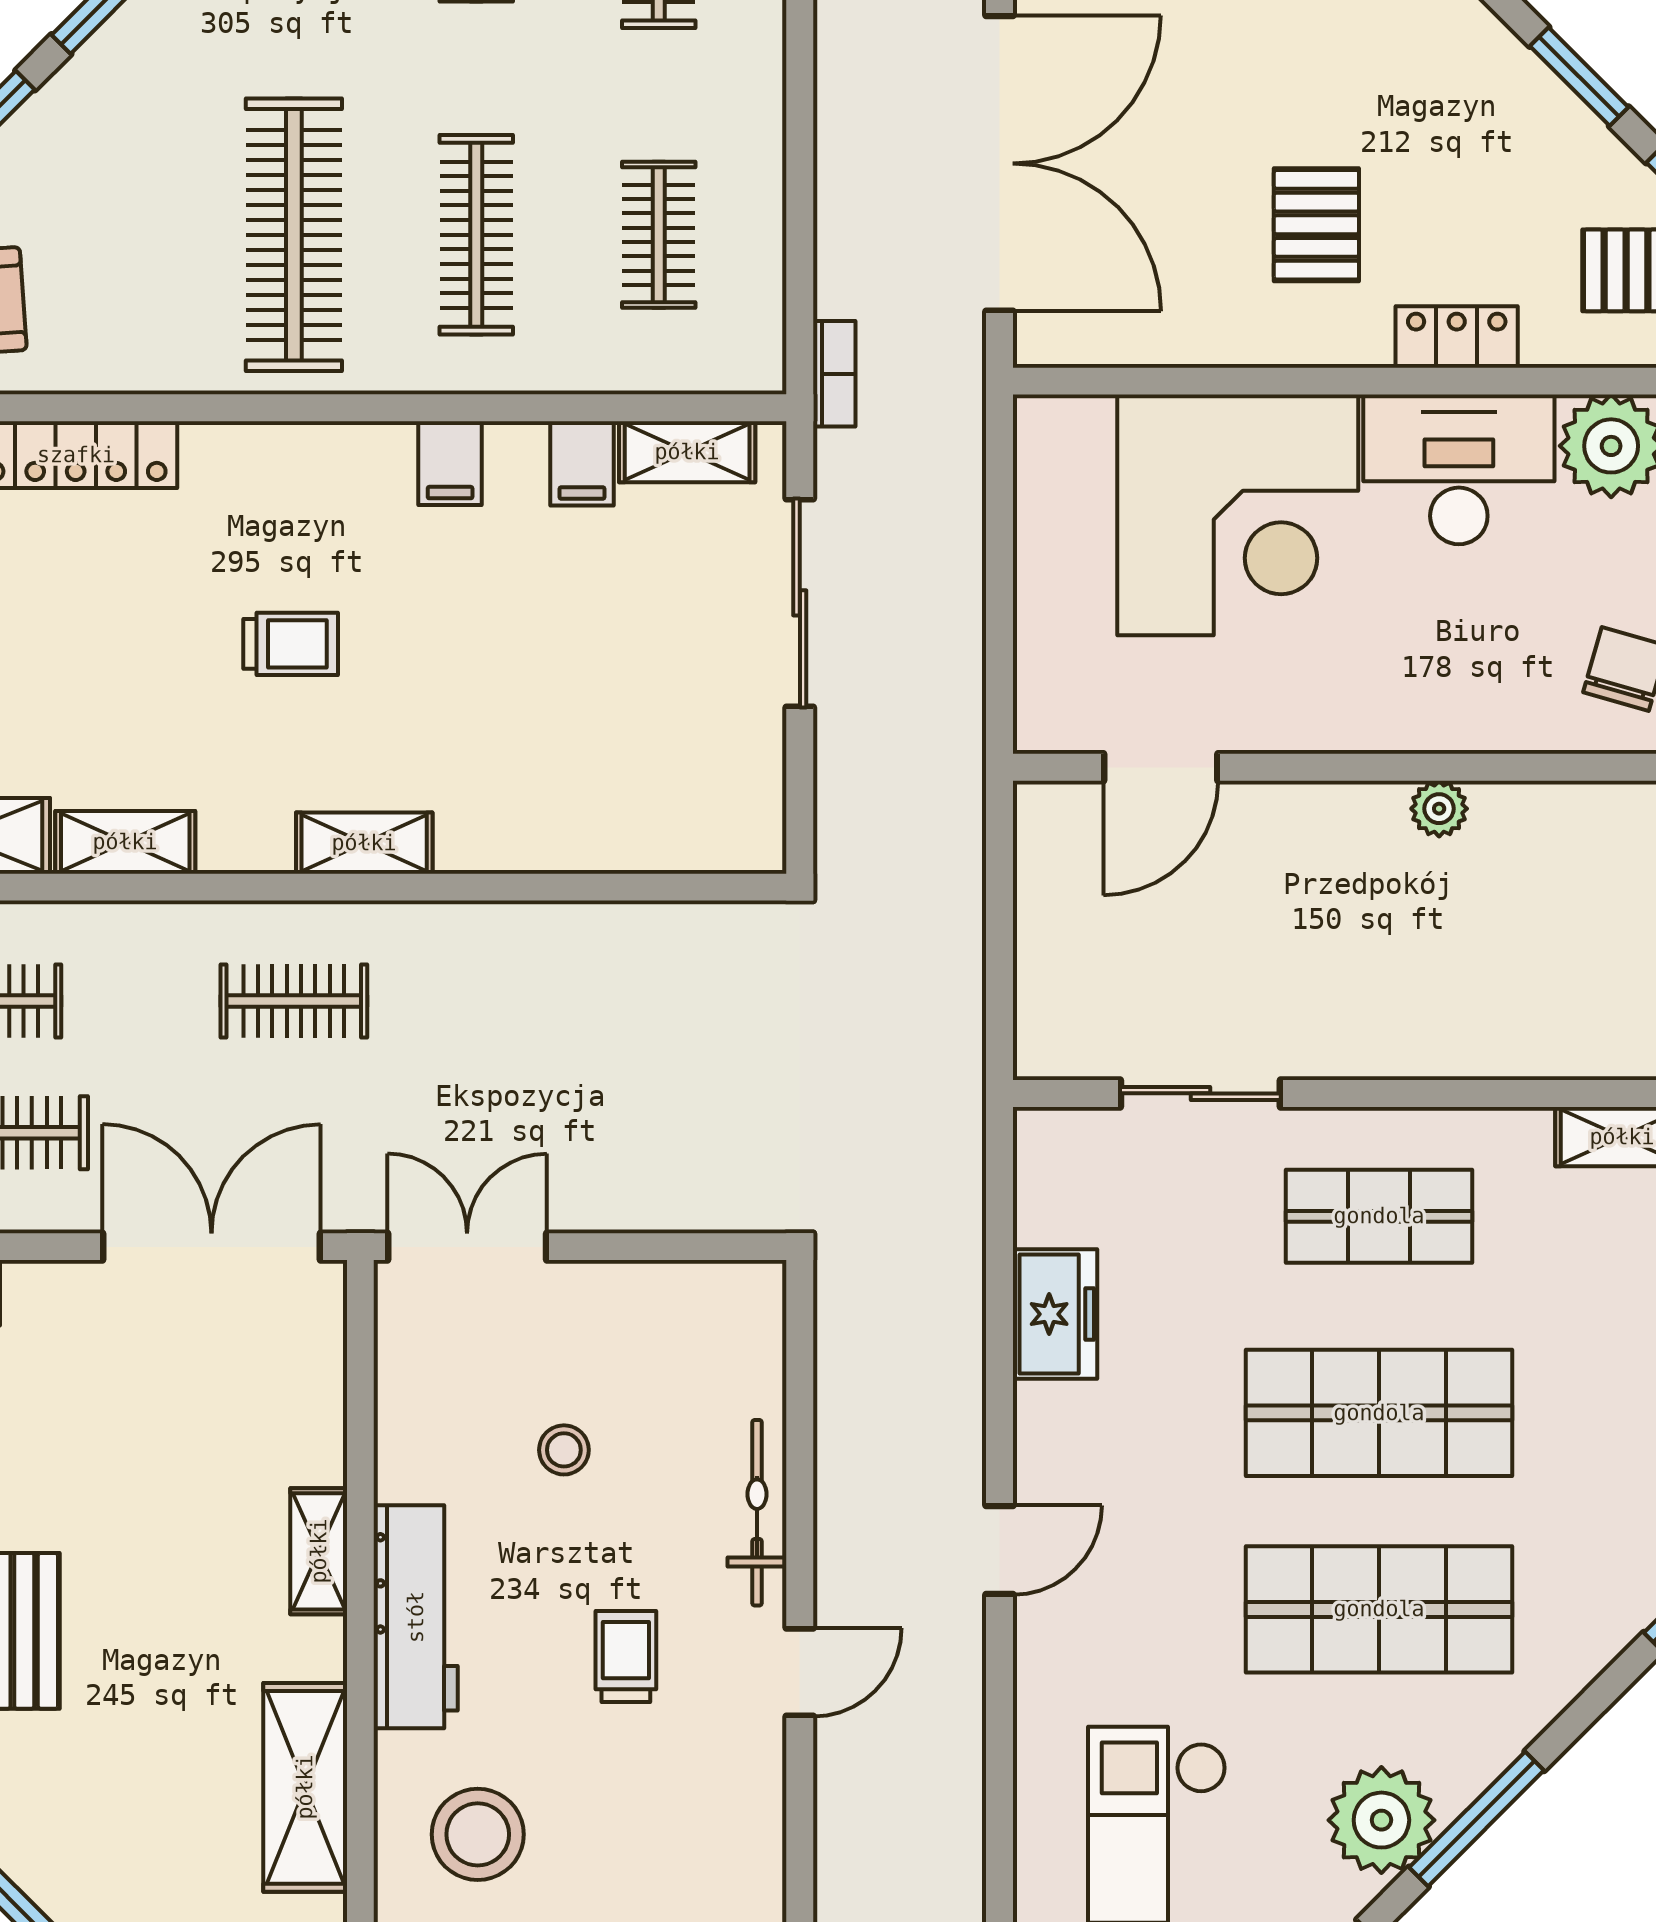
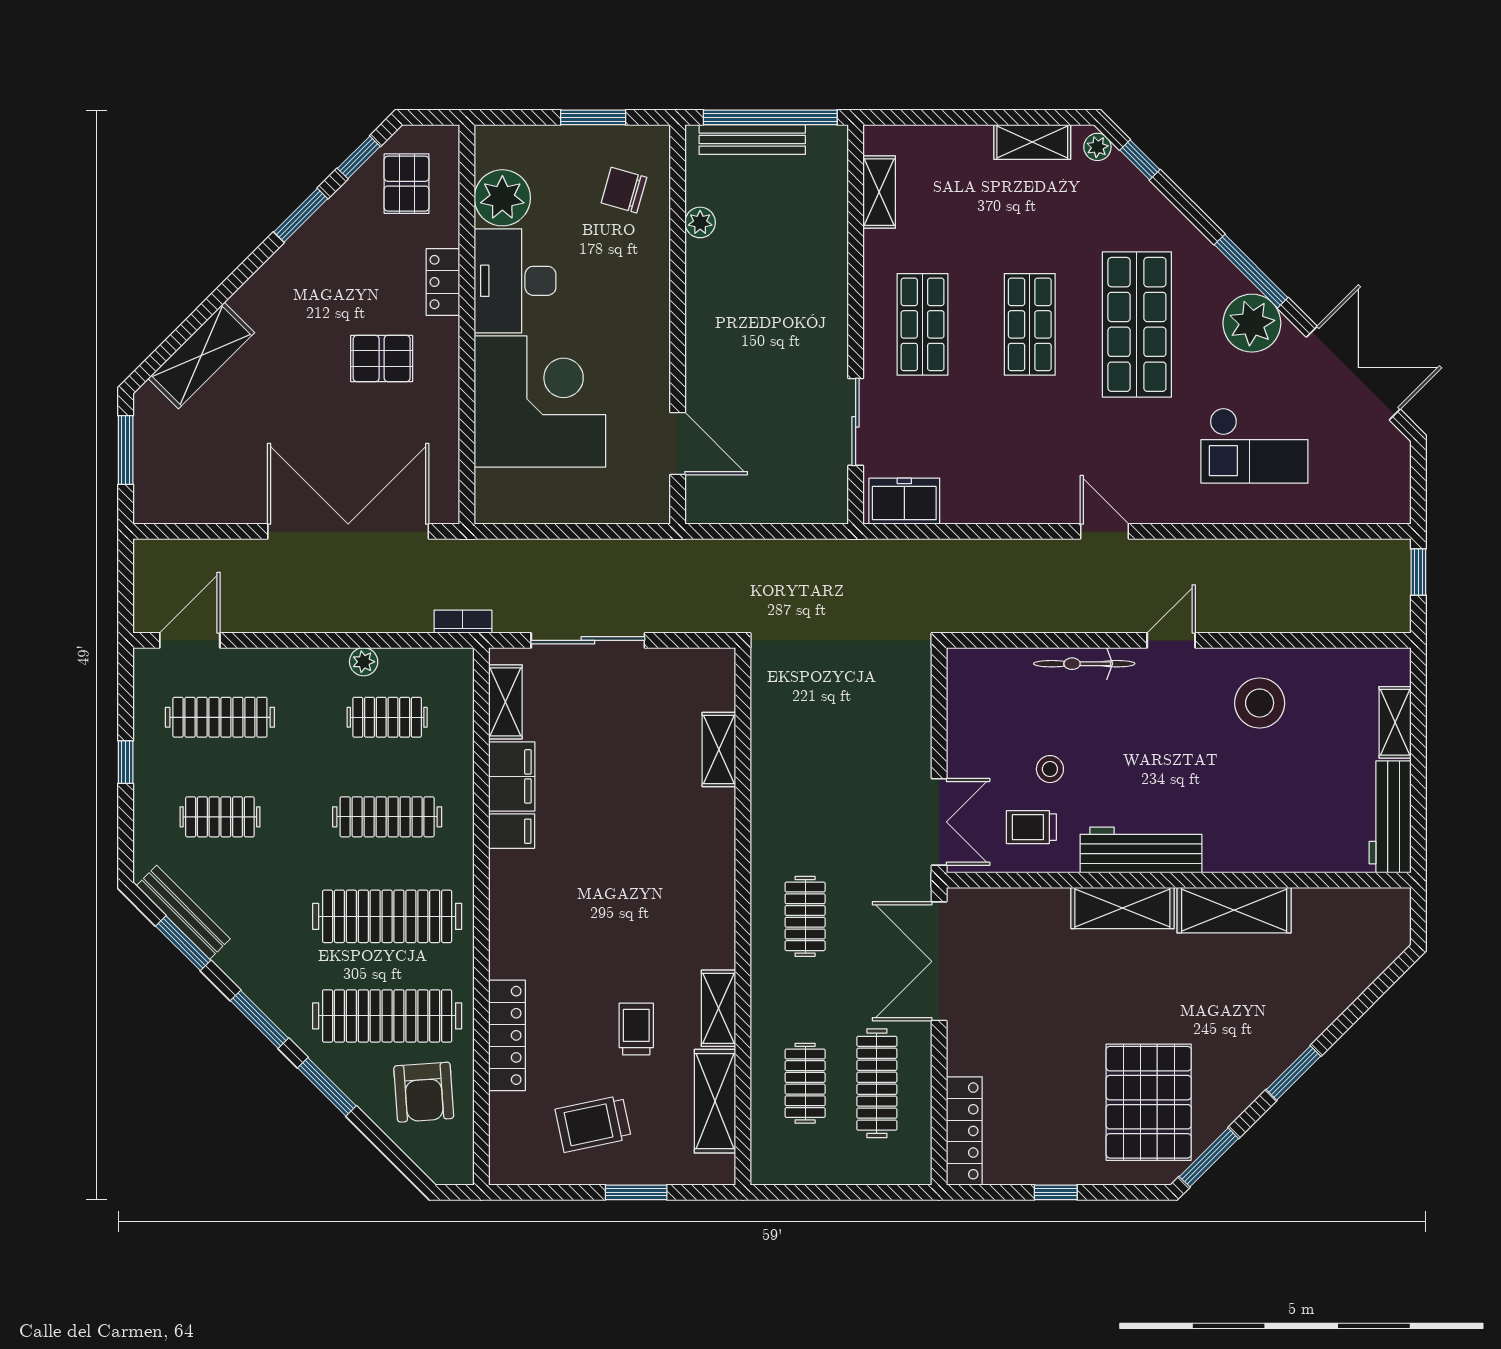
plant: (761, 192) -> (364, 662), added
clothes rail: (111, 235) -> (387, 1016), added
filing cabinet: (582, 463) -> (512, 776), width x2.00
trolley: (291, 644) -> (636, 1029), moved
plant: (1439, 809) -> (700, 222), moved
shelving: (364, 843) -> (719, 750), moved
double door: (467, 1247) -> (939, 822), swing flipped
freezer: (1055, 1314) -> (904, 501), moved
shop shelf: (1379, 1413) -> (1030, 324), width x0.70, depth x0.74
shelving: (319, 1551) -> (1122, 908), width x1.50, depth x1.33
trolley: (626, 1657) -> (1031, 827), moved
door: (800, 1672) -> (1171, 640), hinge flipped
stool: (478, 1834) -> (1260, 703), moved

